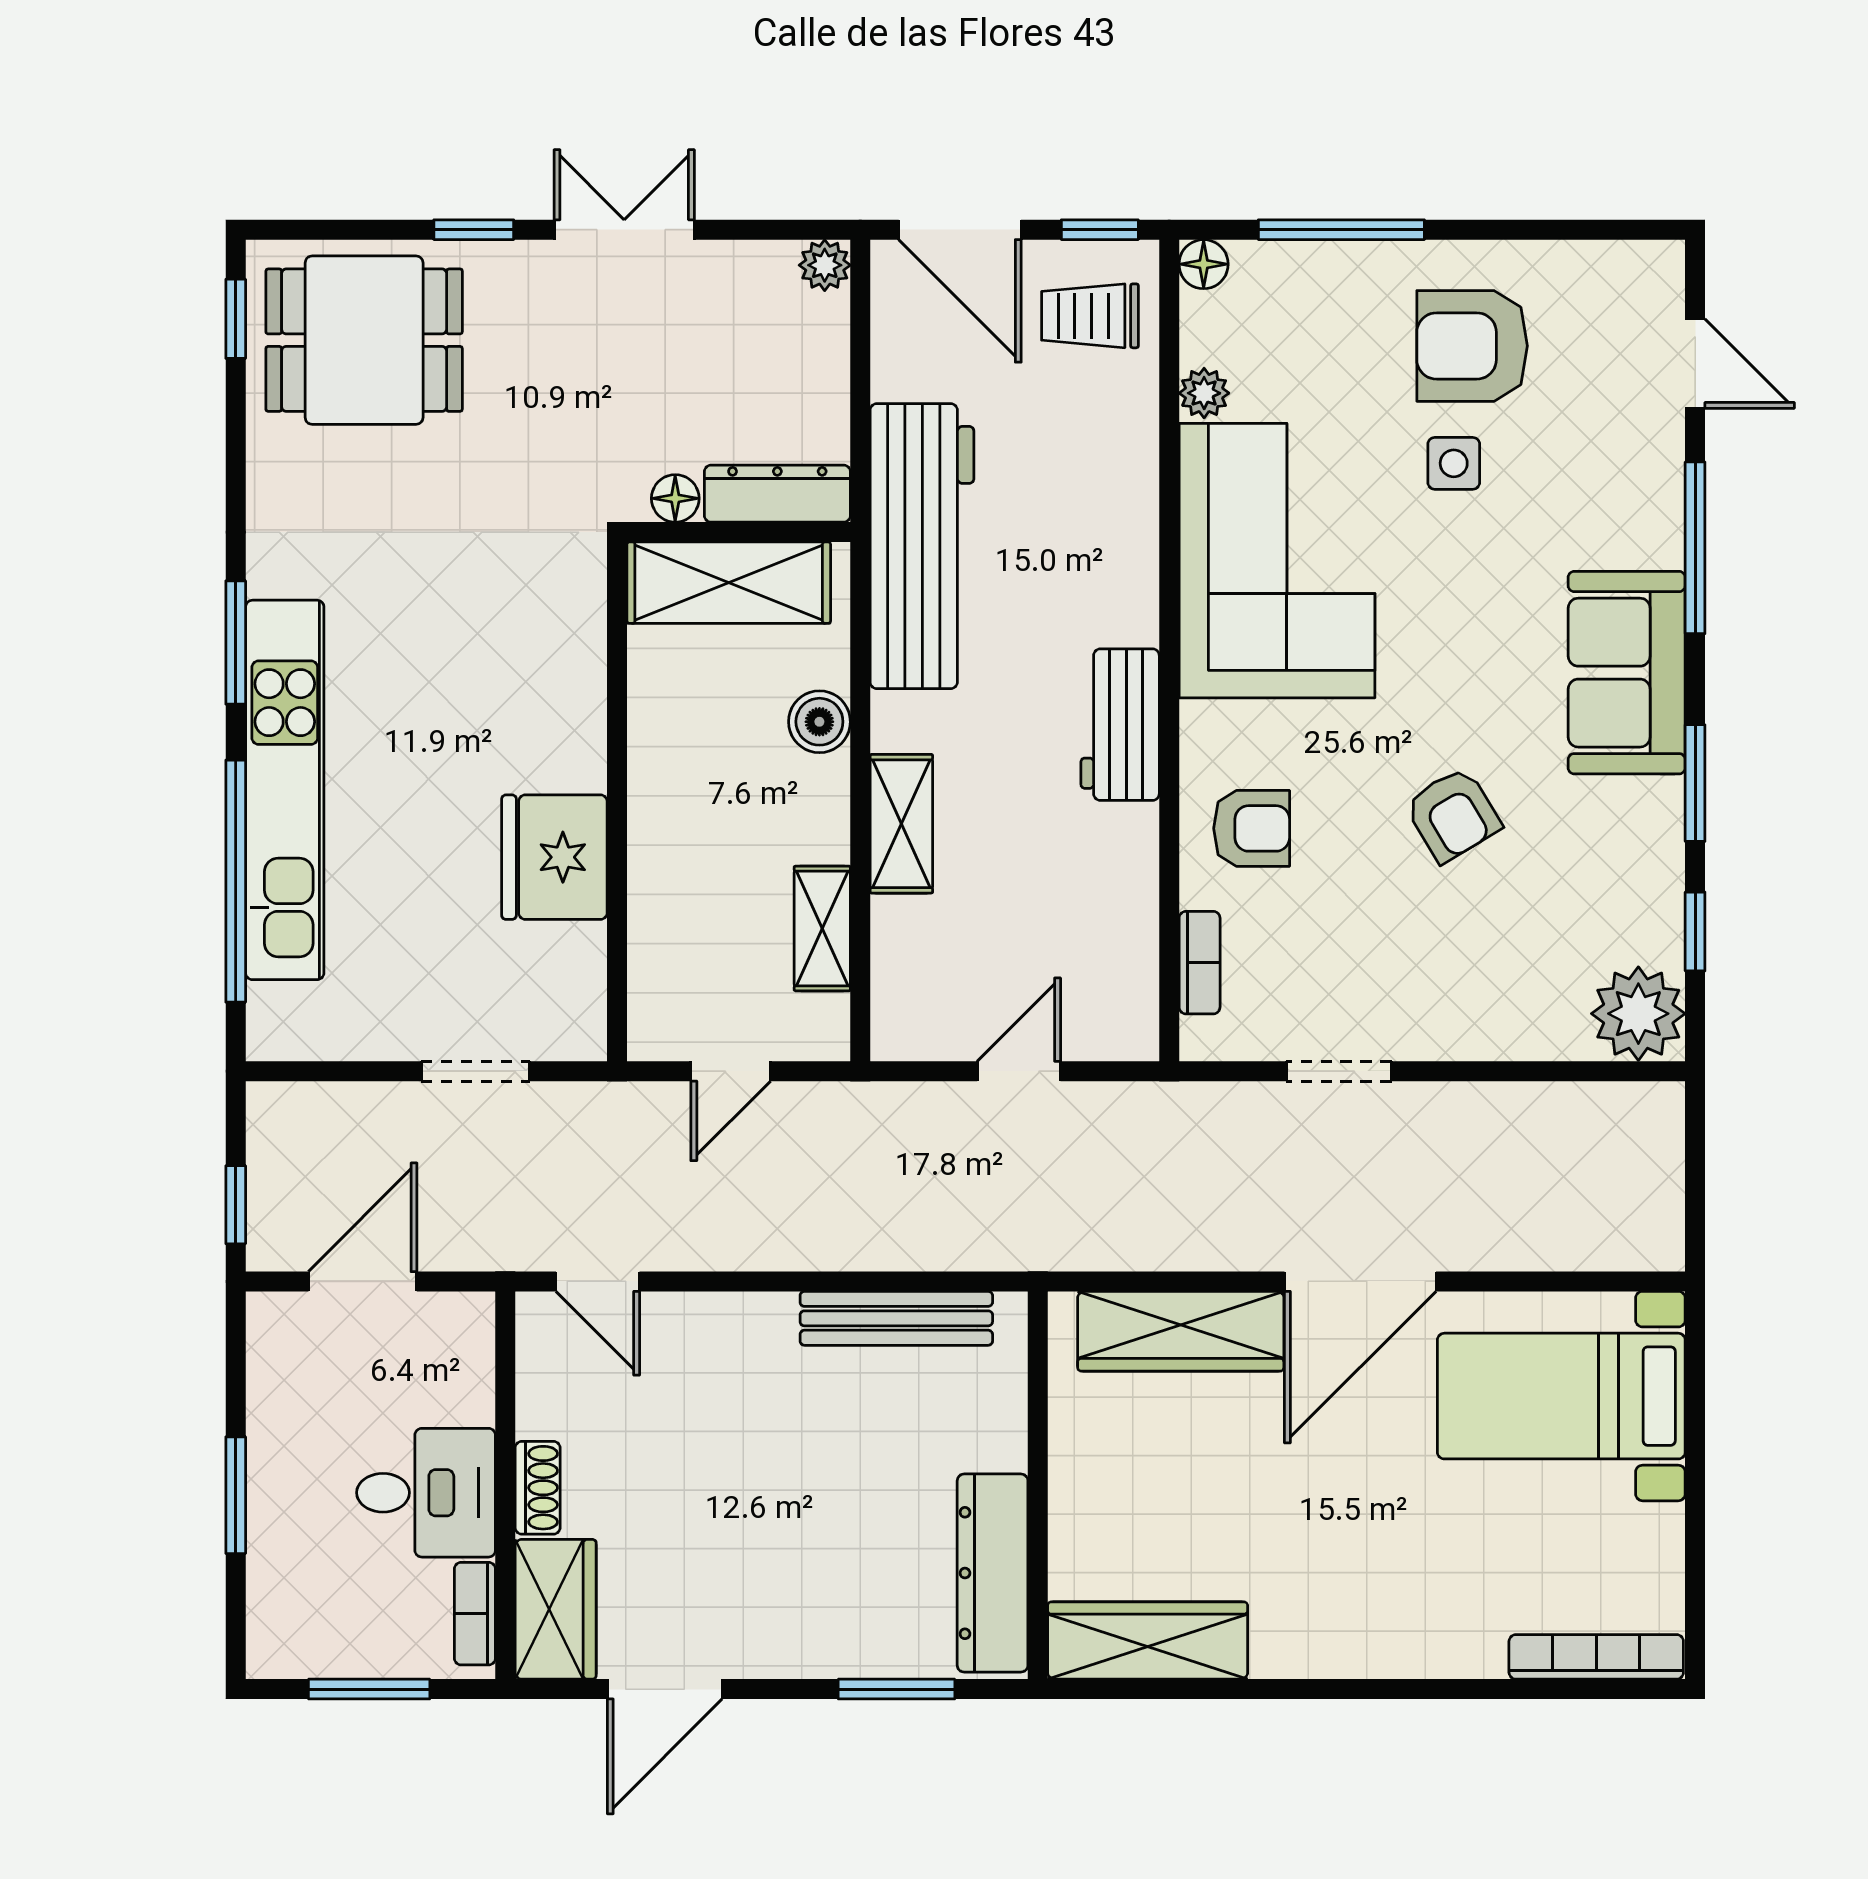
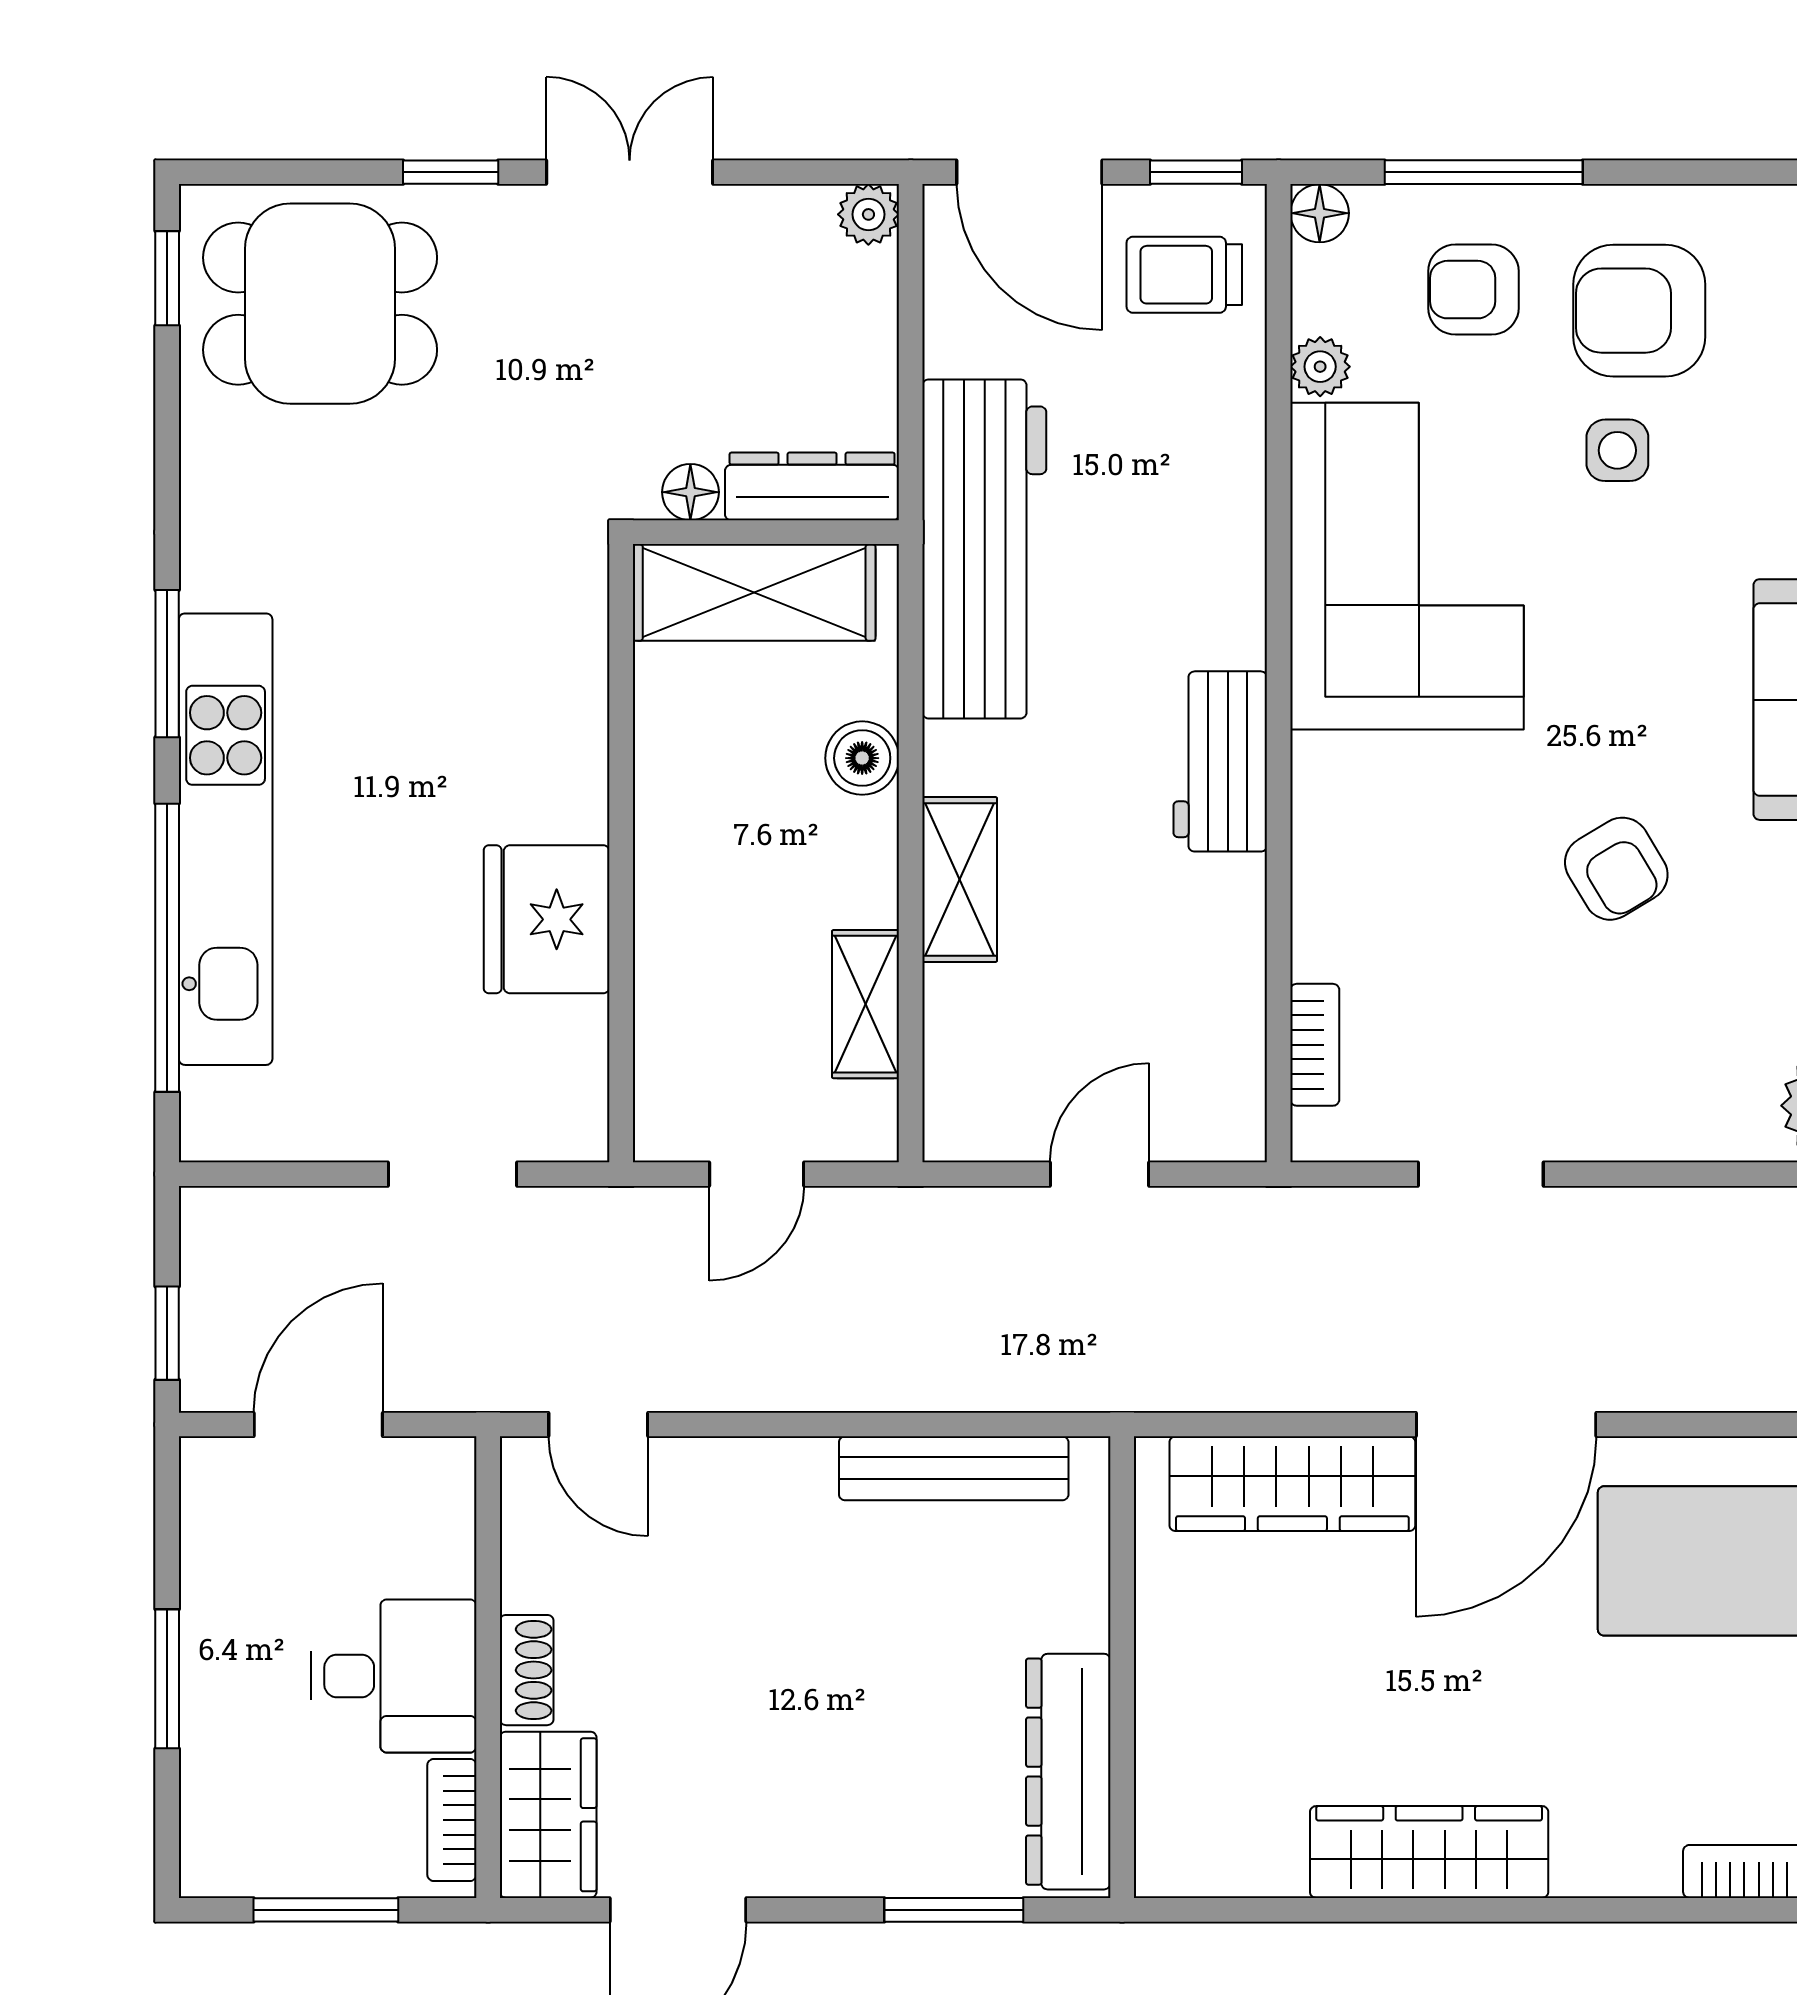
armchair: (1252, 828) -> (1473, 290), moved, turned 180
wardrobe: (1148, 1641) -> (1429, 1852), moved

